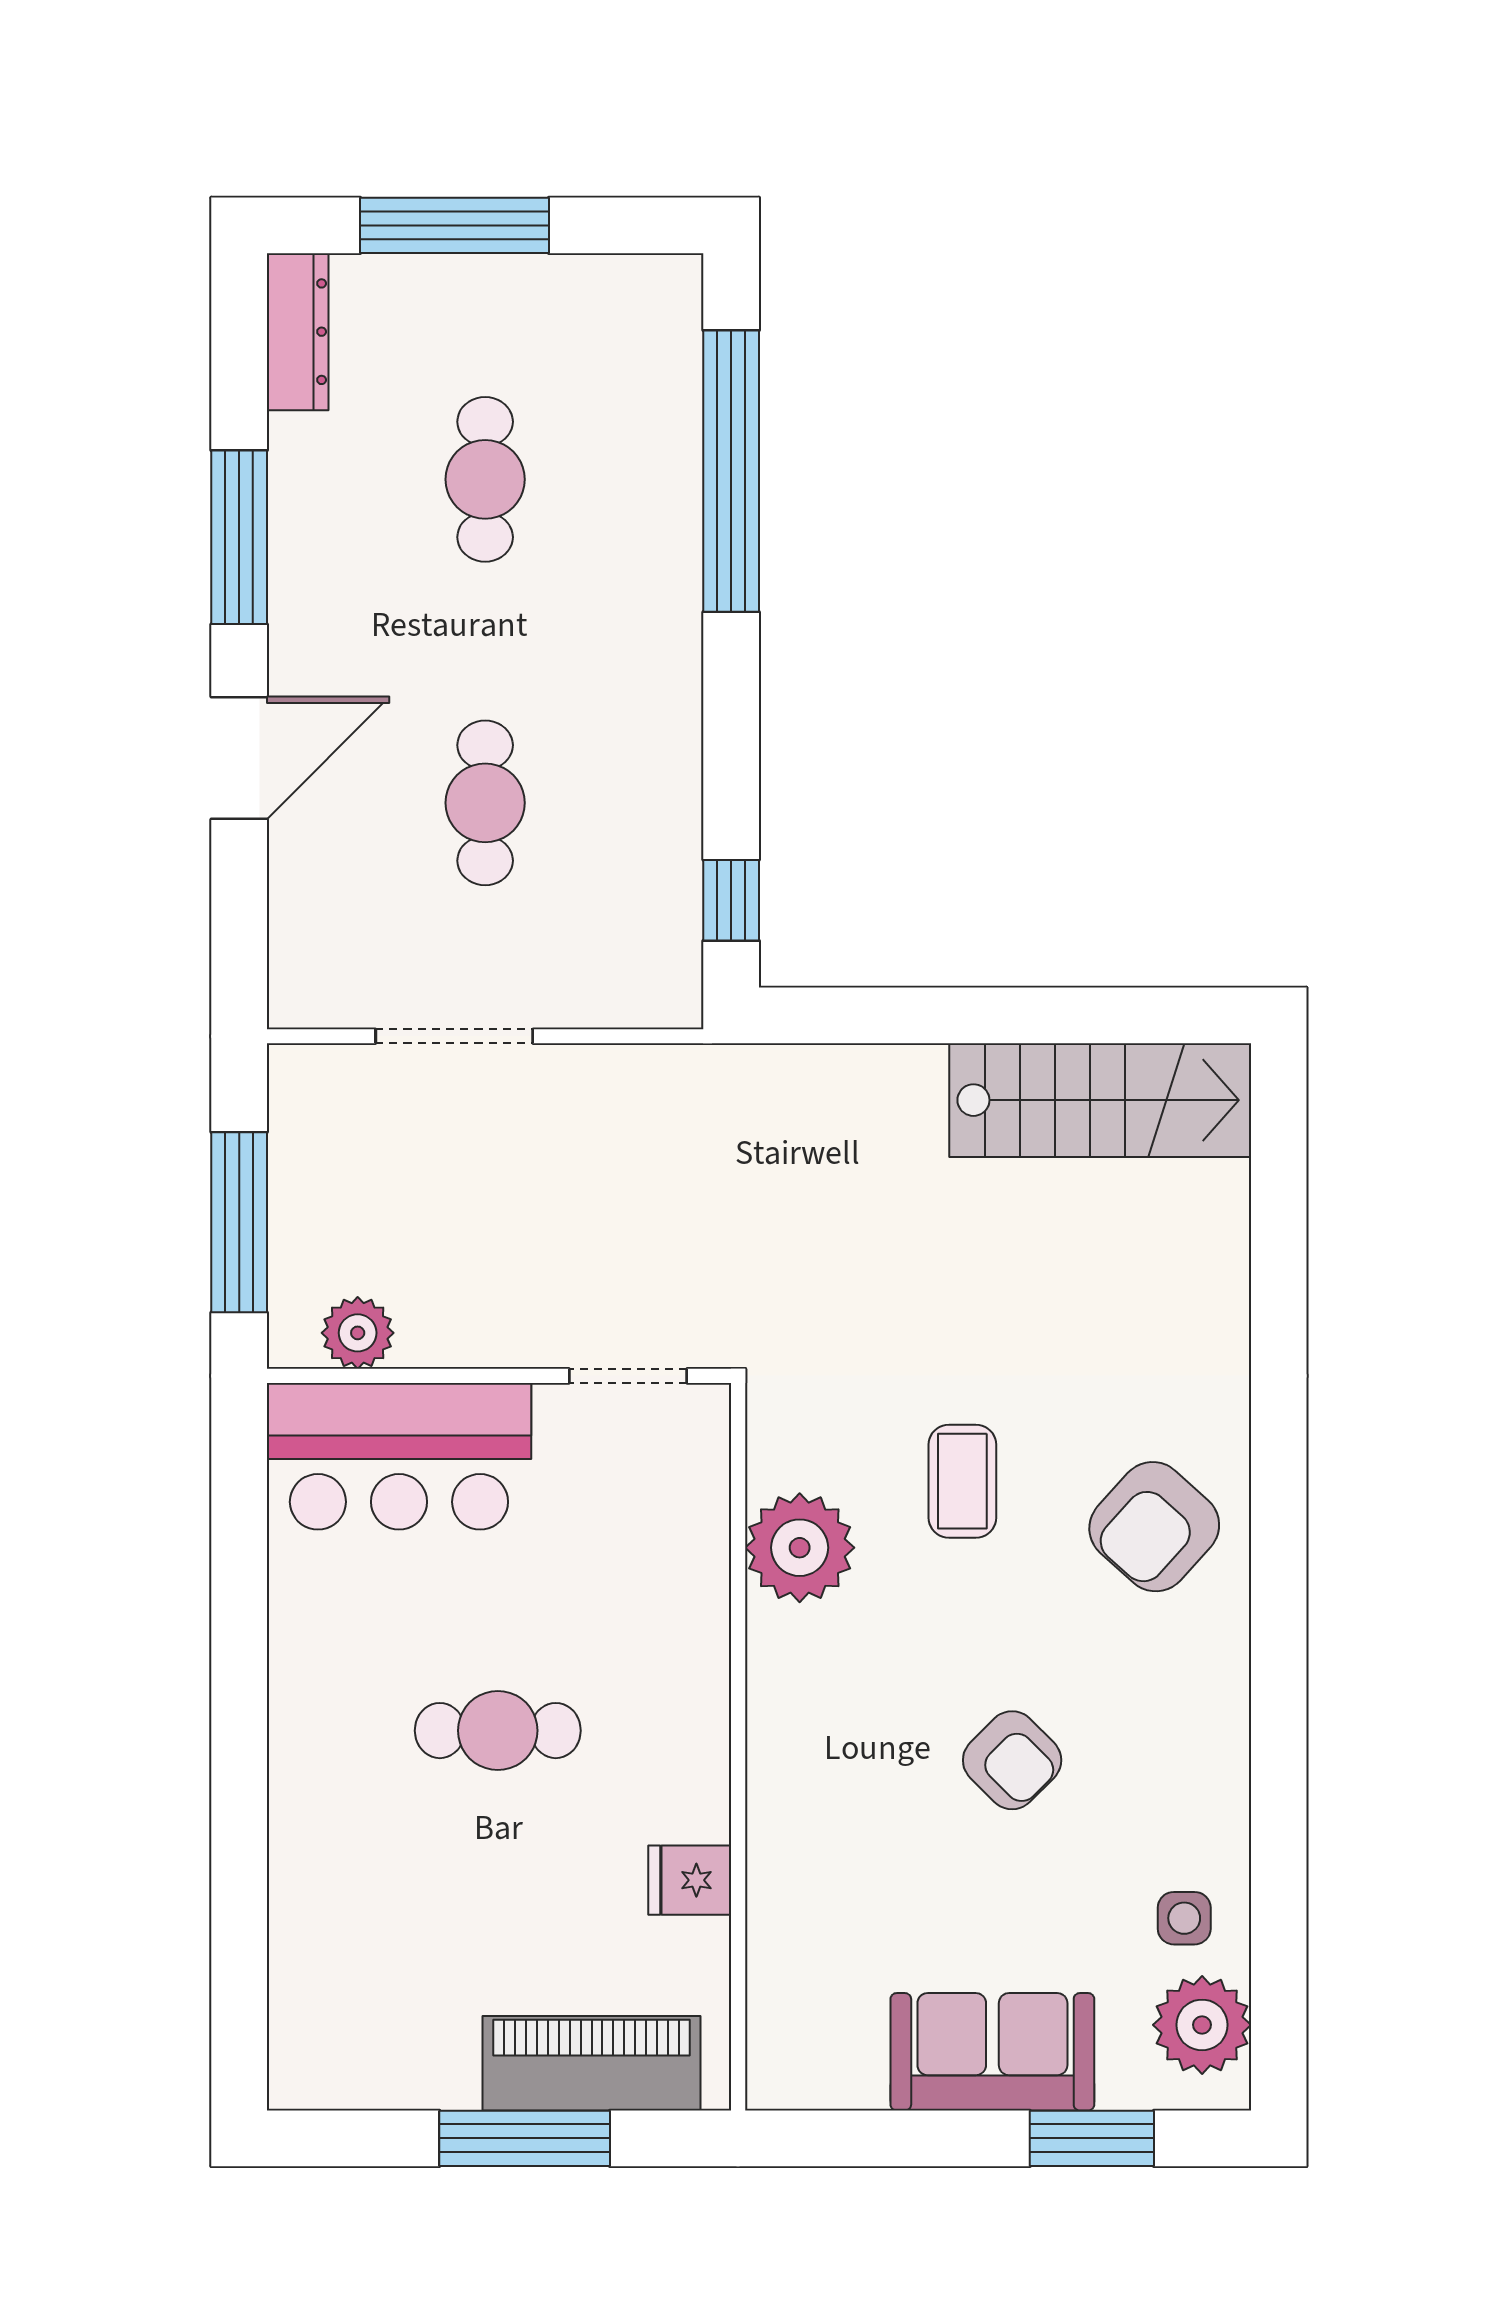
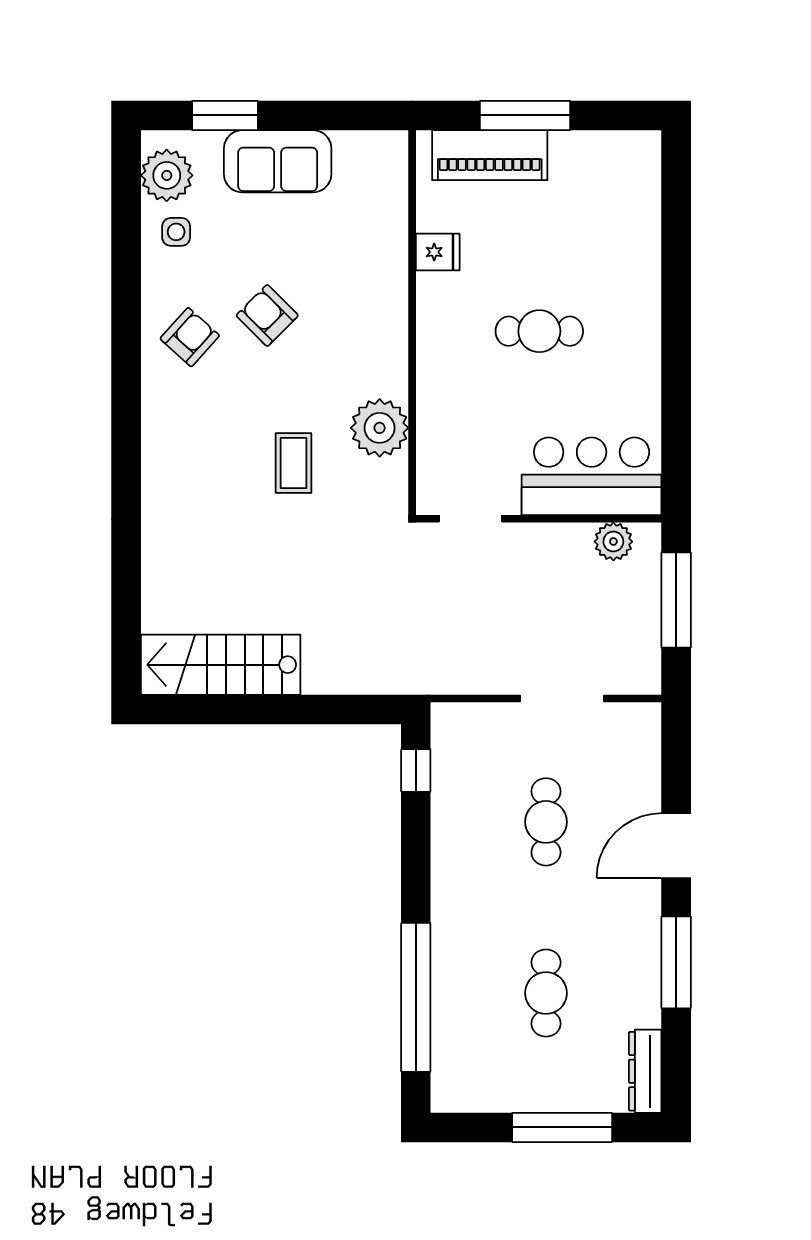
armchair: (1154, 1527) -> (190, 337), moved, width x0.72, depth x0.72

